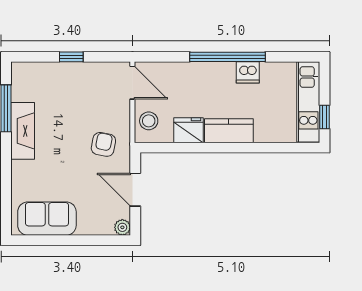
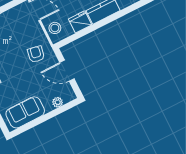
plant: (122, 227) -> (58, 102), moved

